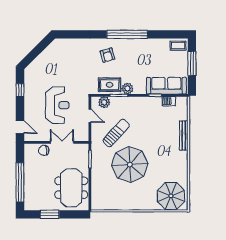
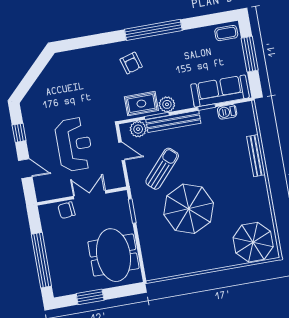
bench: (130, 101) -> (173, 121), added
door: (20, 127) -> (25, 169), moved

